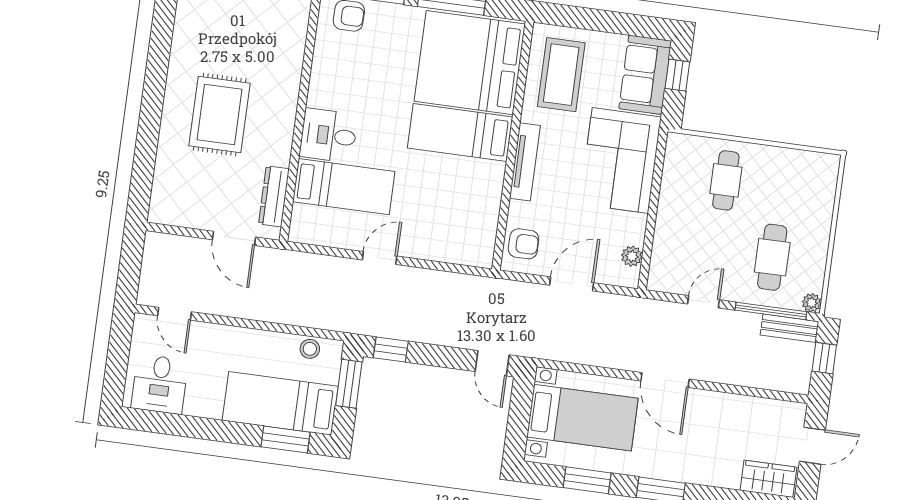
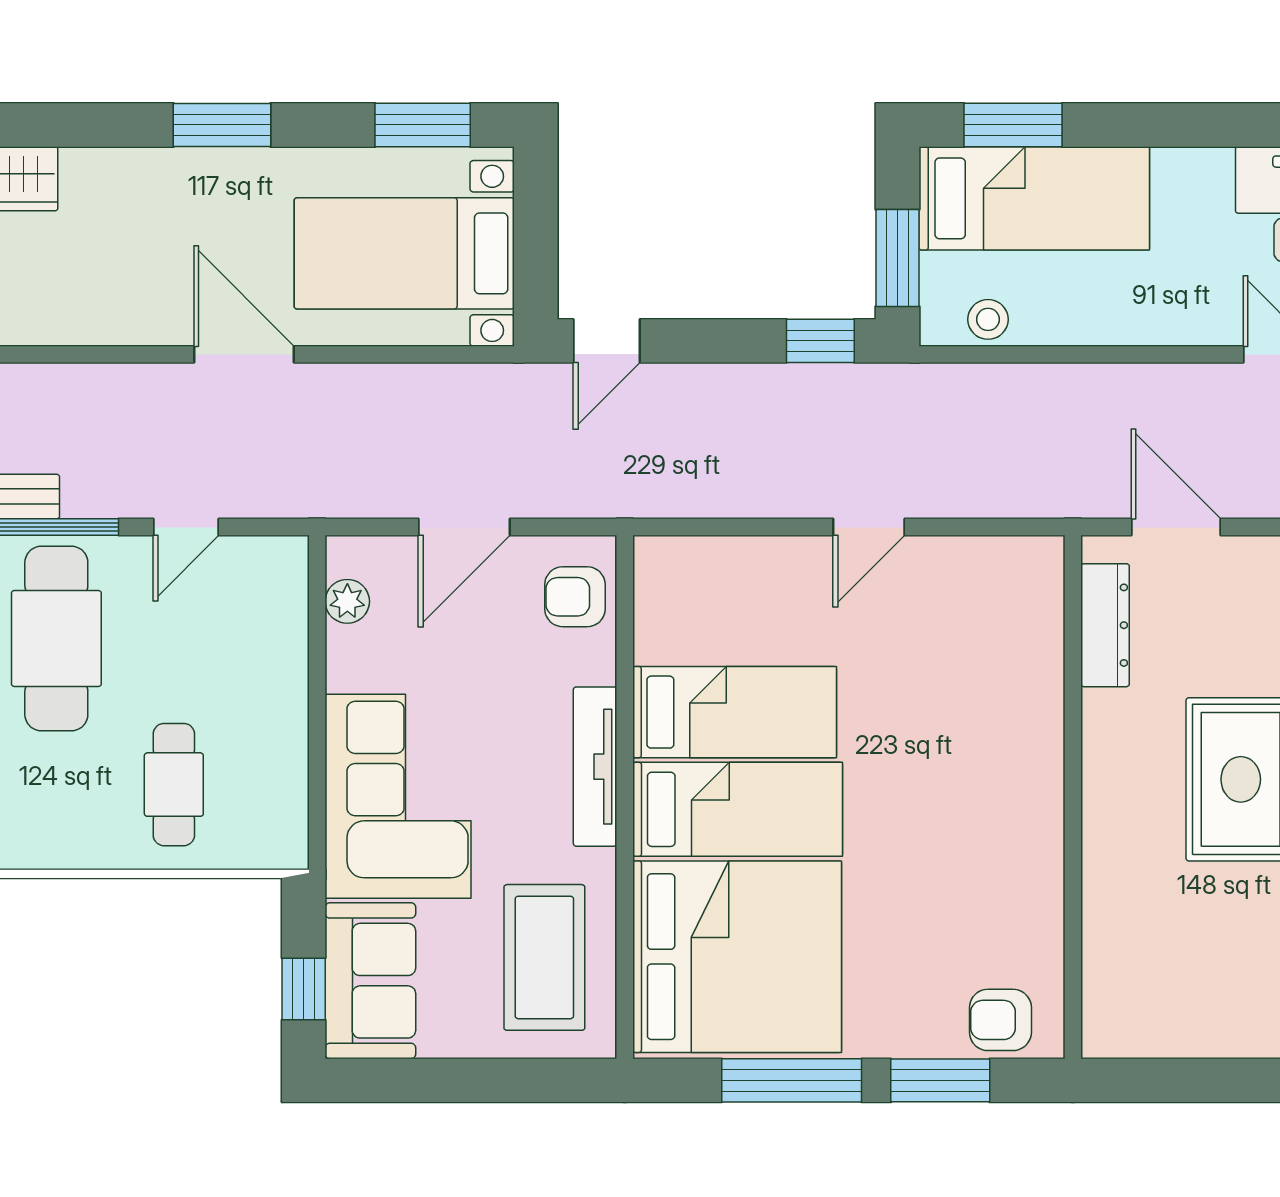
desk: (329, 135) -> (1009, 767), removed
bed: (344, 187) -> (735, 712), moved, turned 180
cafe table: (772, 257) -> (56, 639), width x1.37, depth x1.35
door: (492, 363) -> (607, 341), swing flipped
window: (587, 480) -> (423, 125), moved

